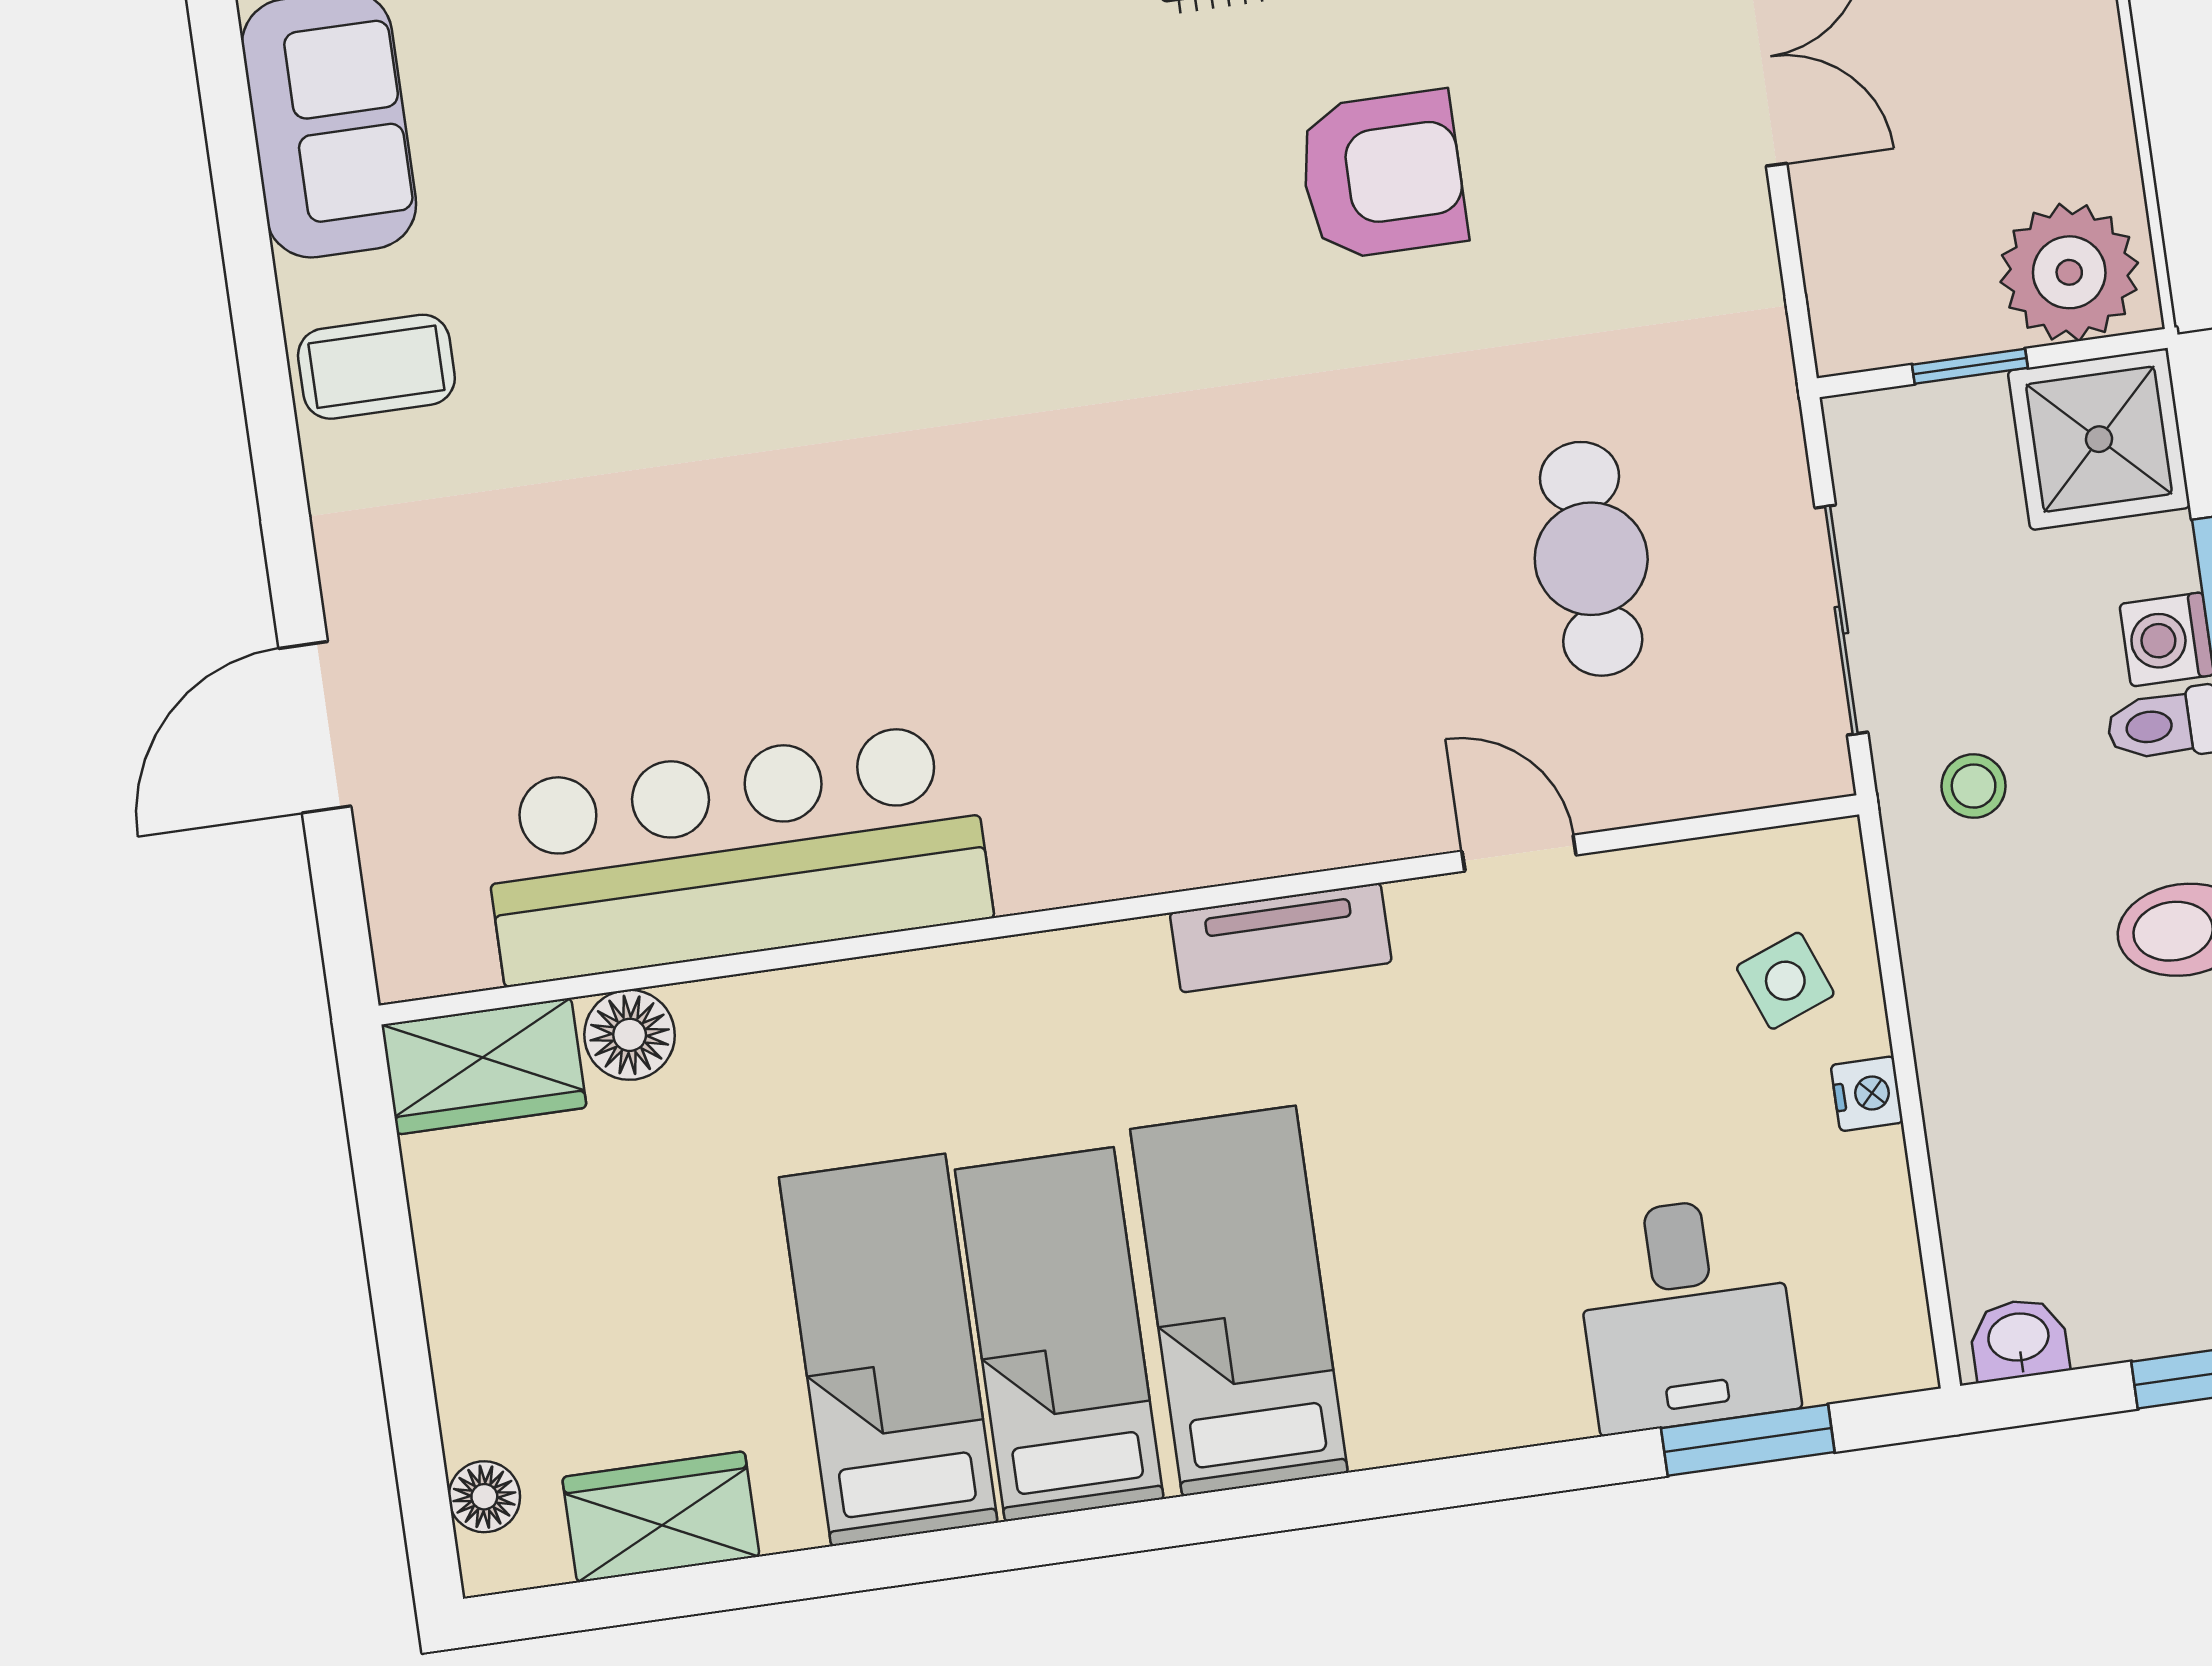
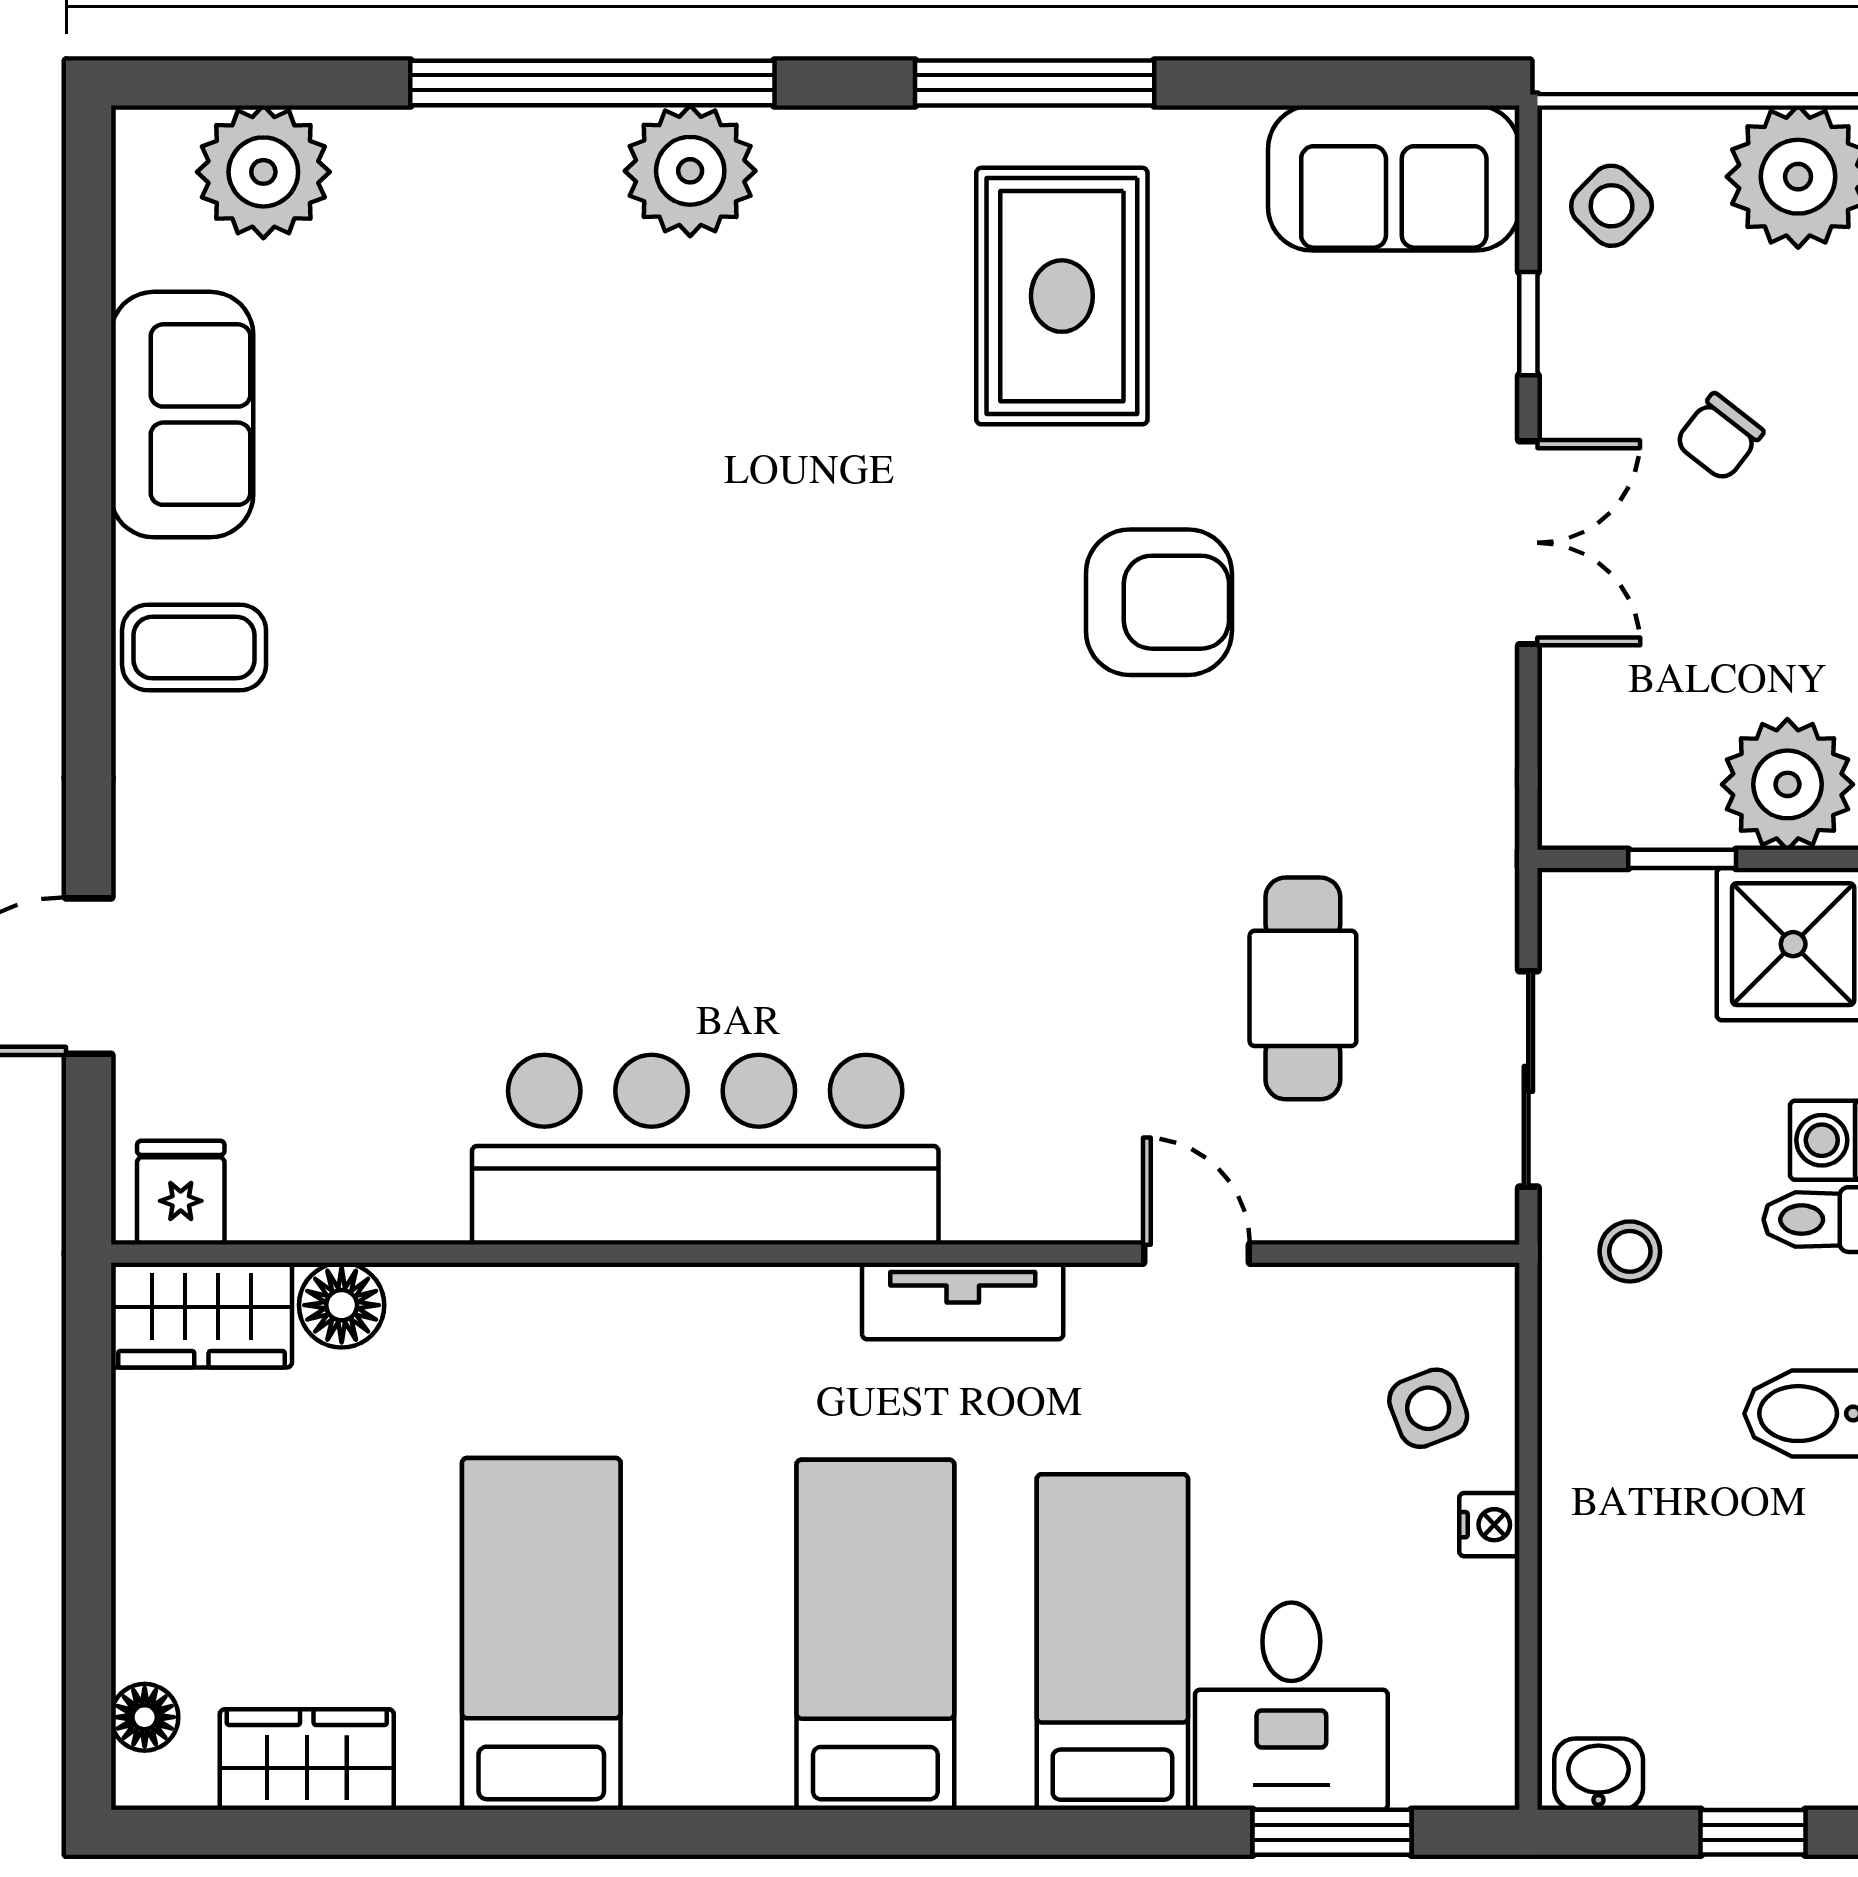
bar counter: (736, 853) -> (705, 1150), moved
fridge: (444, 941) -> (181, 1193), added
bed: (1059, 1334) -> (1112, 1642), moved

